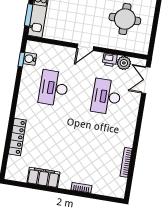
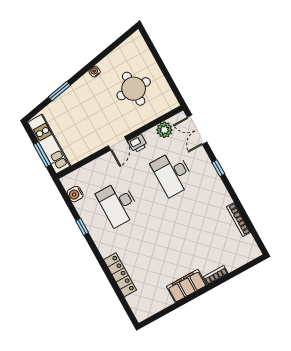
window: (21, 59) -> (82, 227), moved
printer: (110, 60) -> (138, 144), moved
window: (140, 117) -> (218, 168), added
filing cabinet: (43, 177) -> (187, 286), moved

